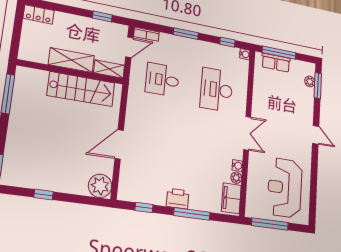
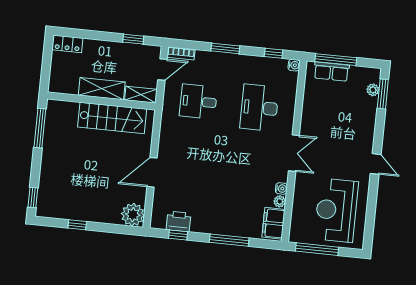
door: (316, 135) -> (376, 164), moved
printer: (178, 199) -> (179, 221), moved

